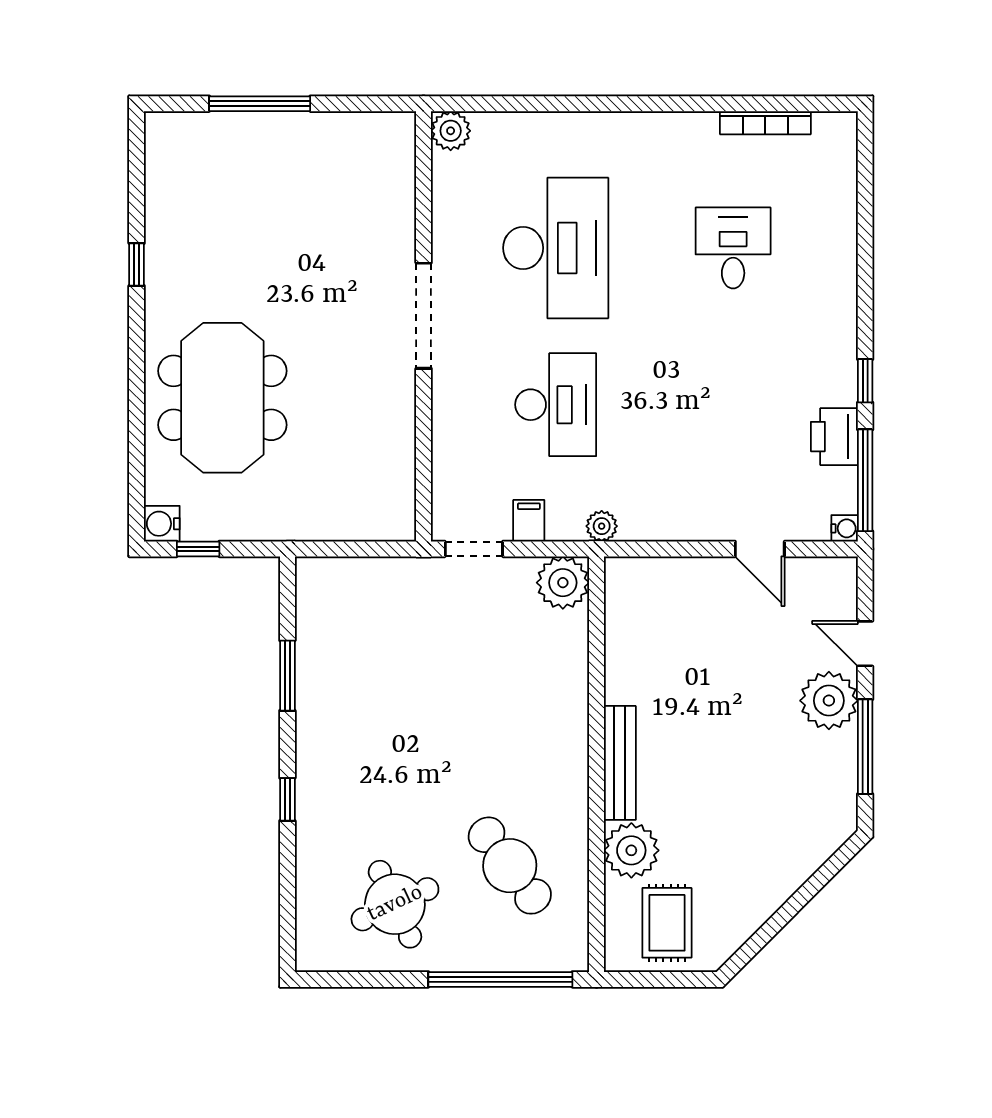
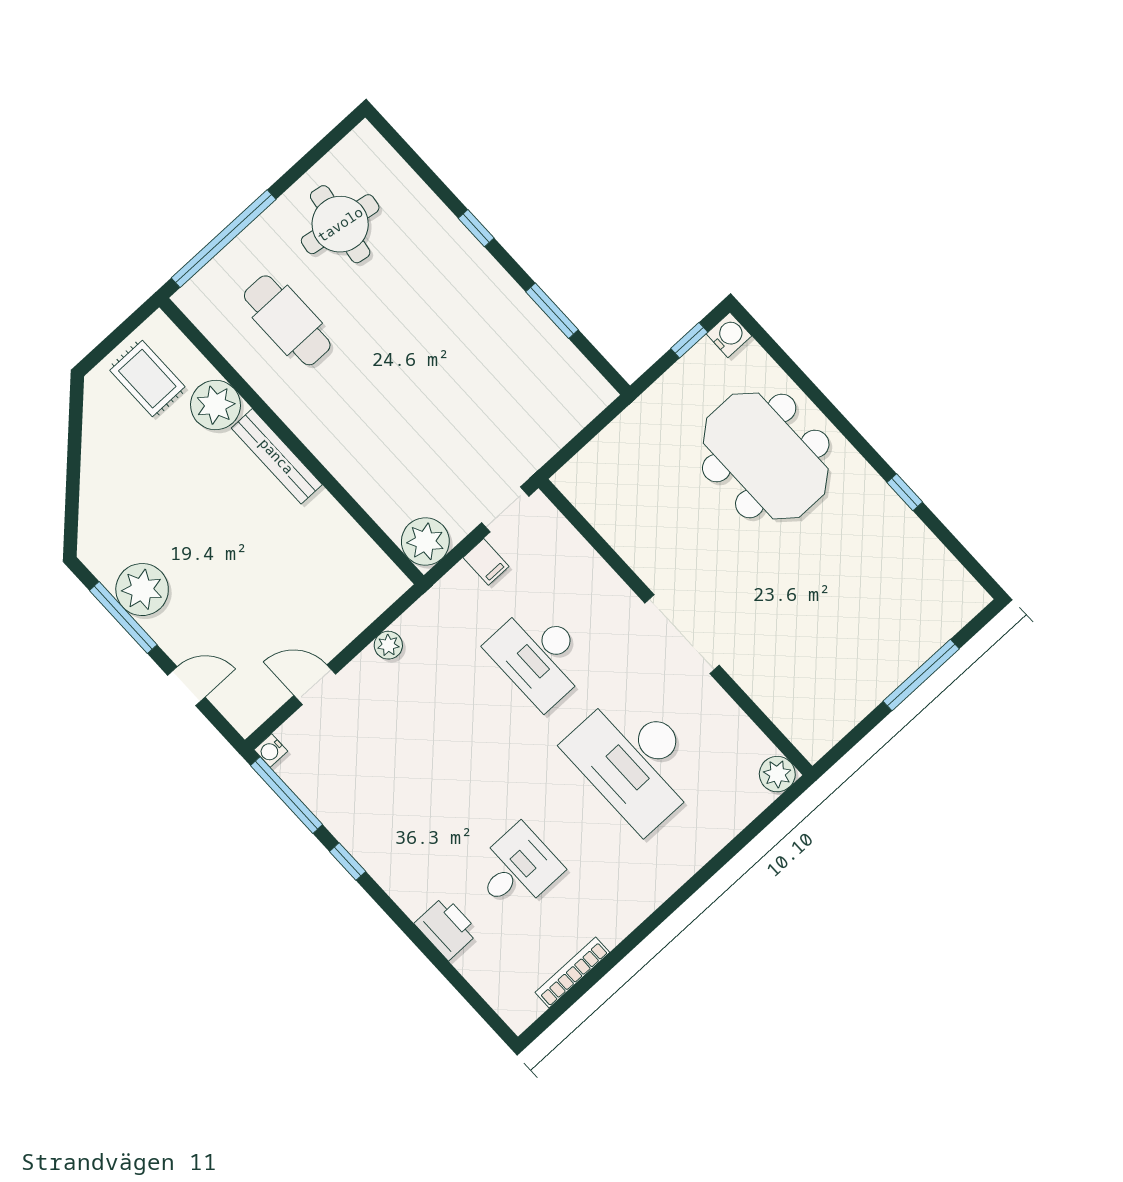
desk: (733, 248) -> (517, 869), turned -90
printer: (834, 437) -> (447, 928), moved
plant: (602, 526) -> (388, 645), moved
plant: (829, 701) -> (142, 590), moved
cafe table: (510, 866) -> (287, 320), turned 37
round table: (395, 904) -> (340, 224), turned 34

